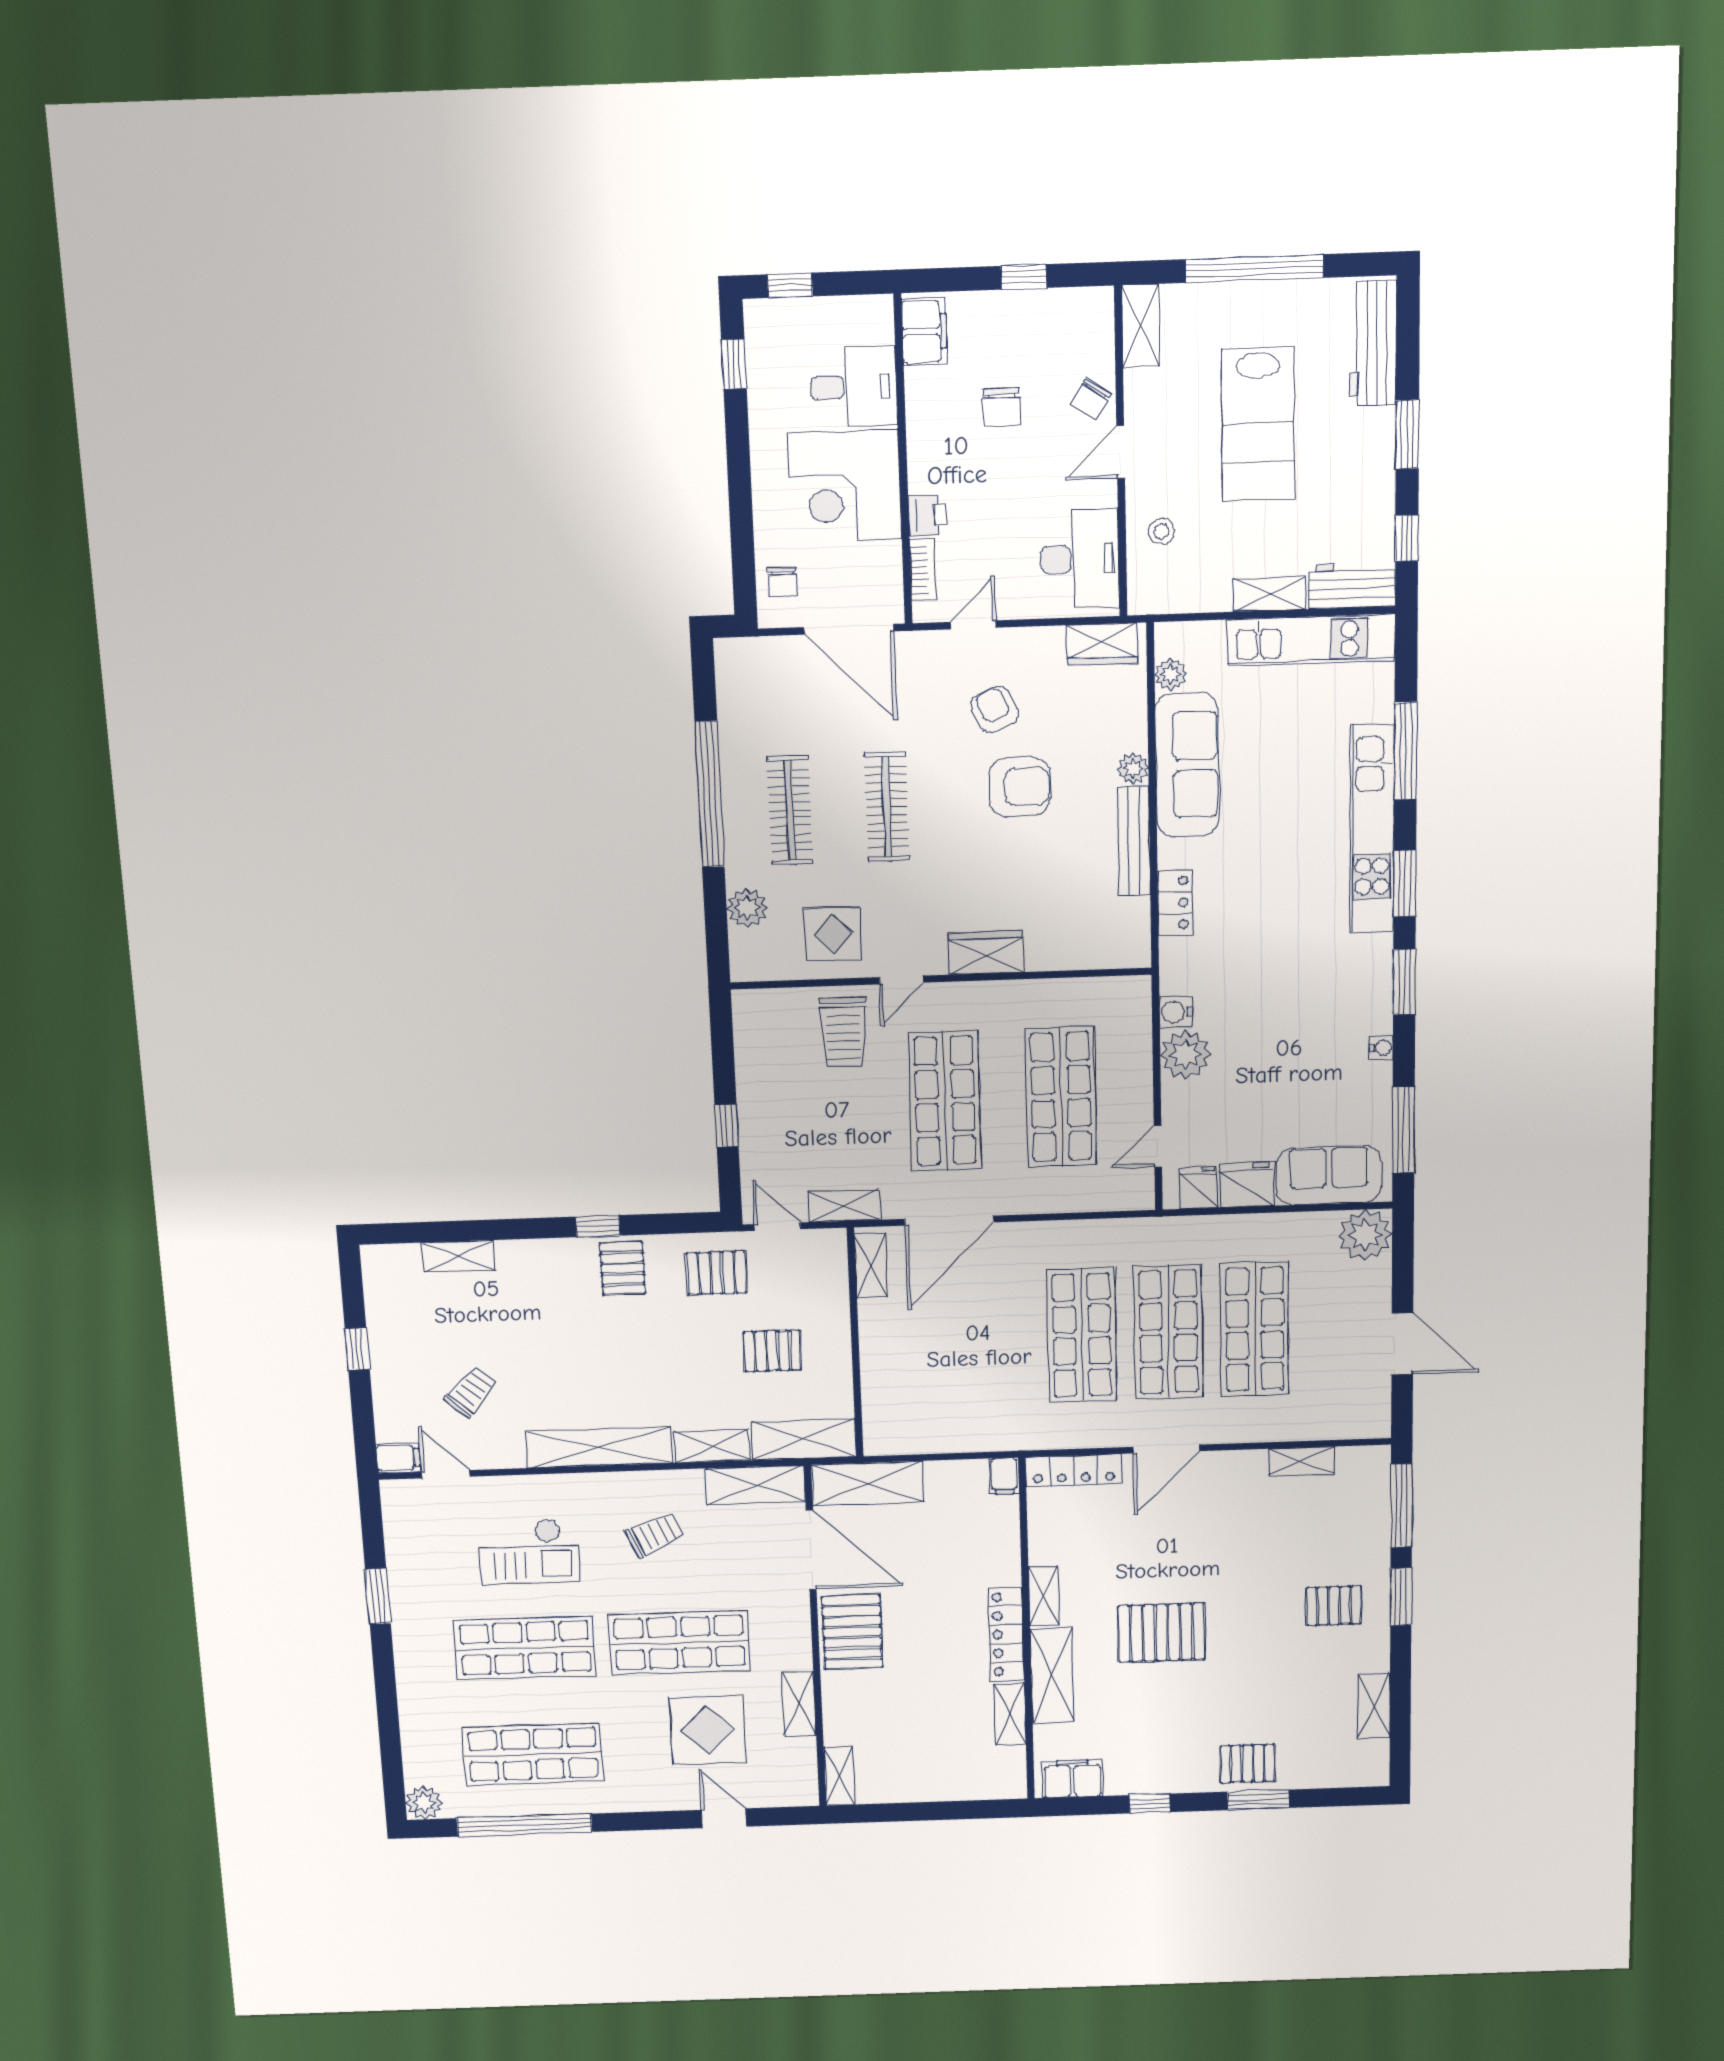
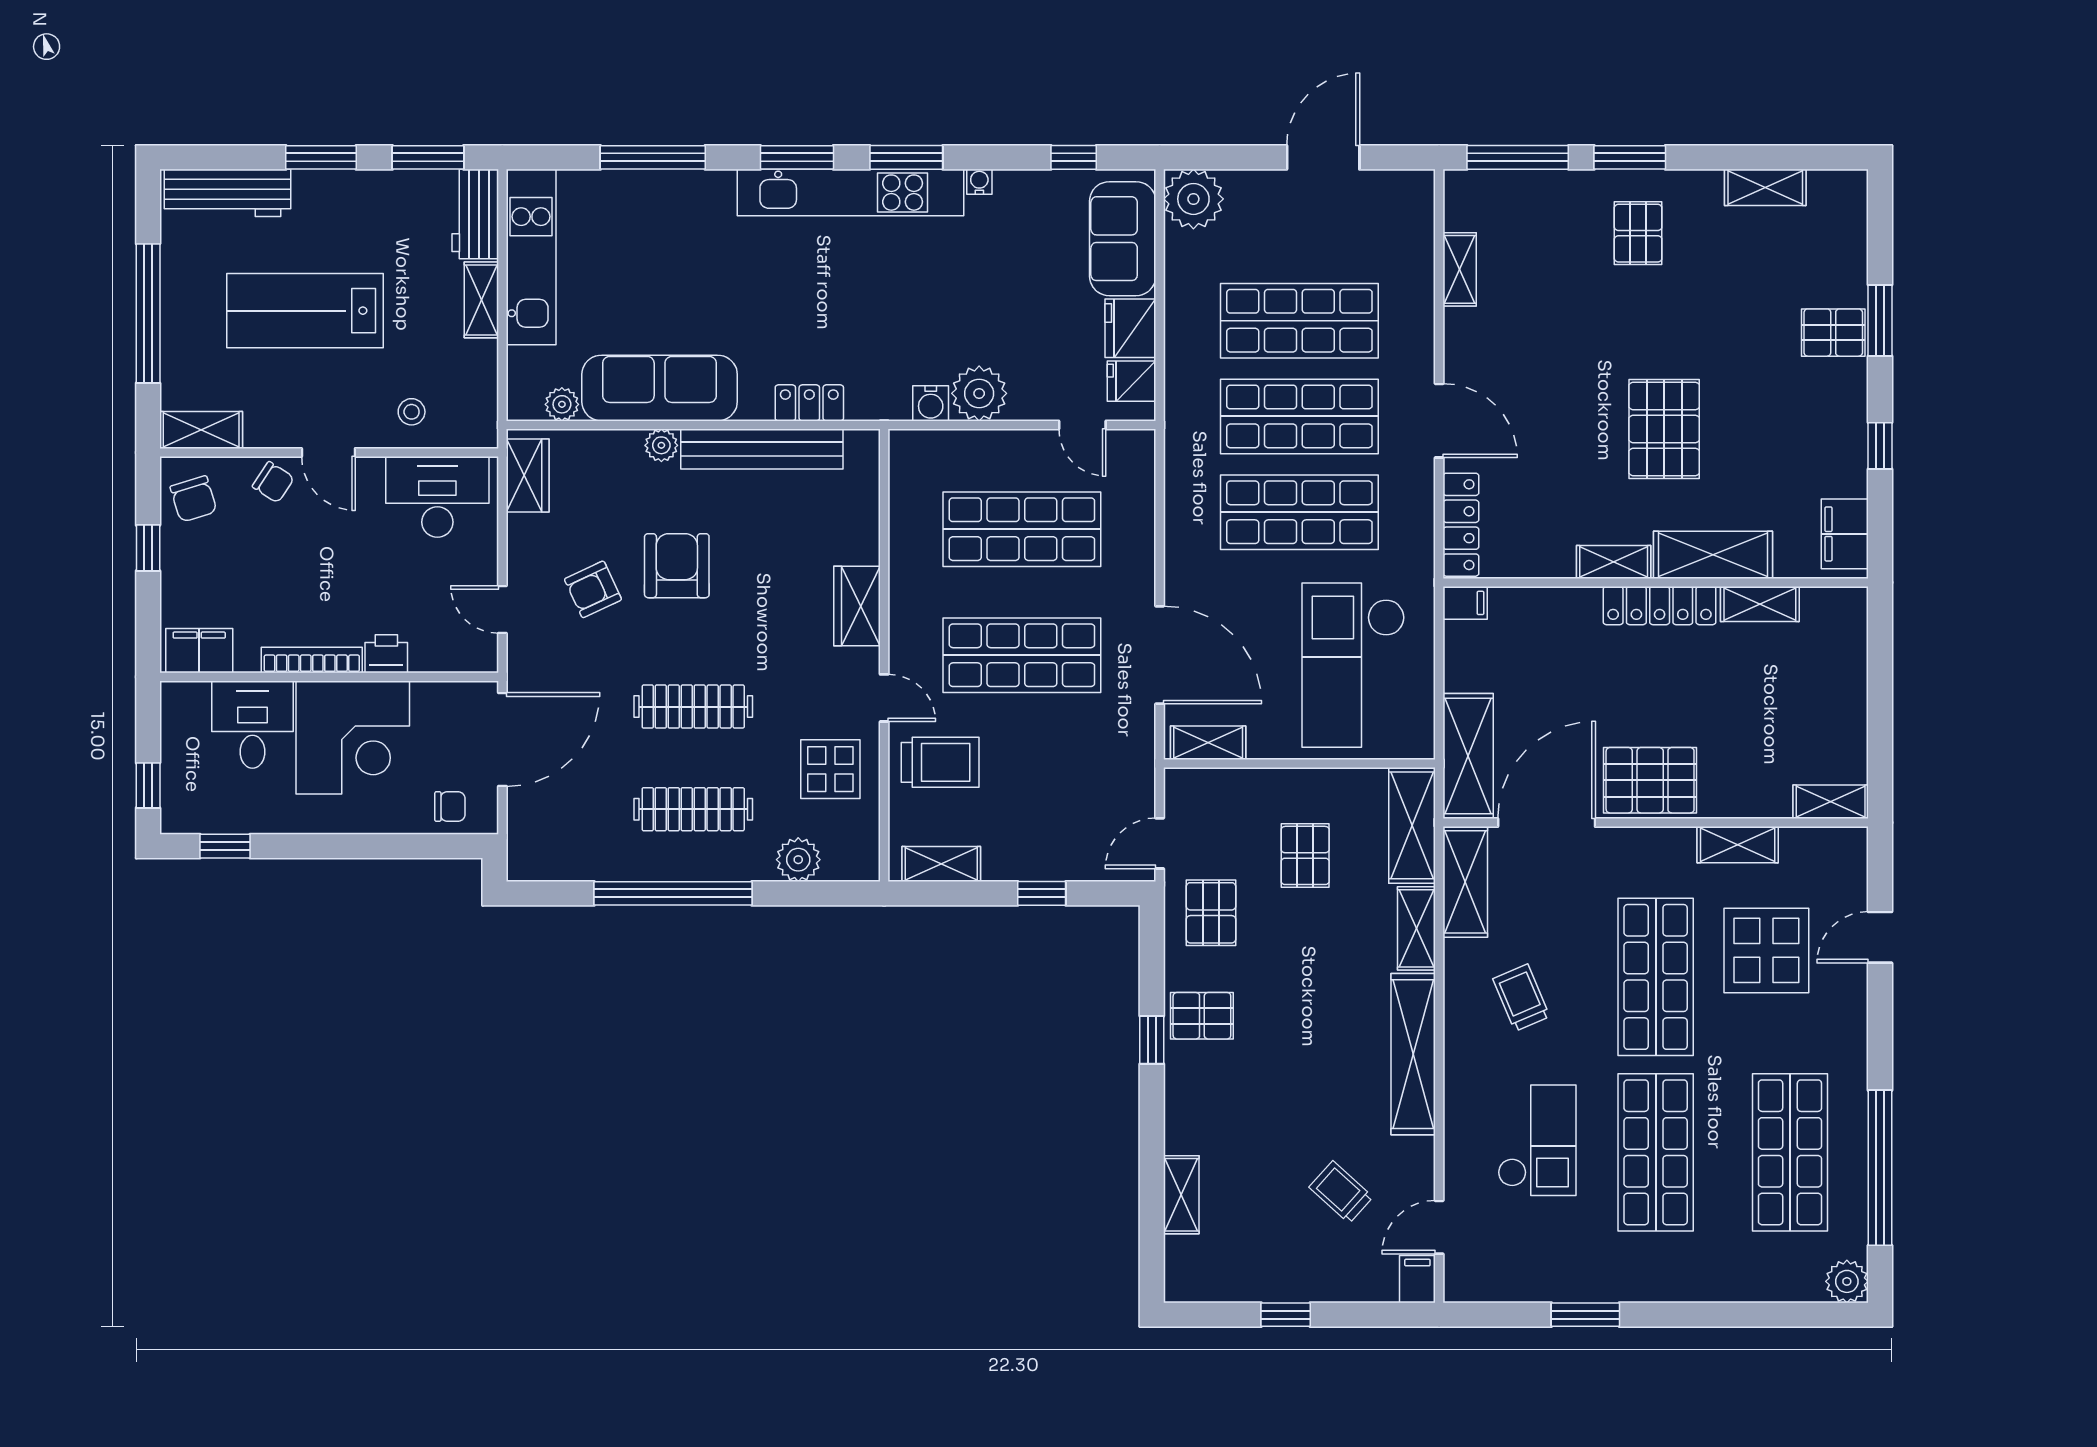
chair: (1002, 407) -> (194, 499), moved, turned 73
lab bench: (1258, 424) -> (305, 311), turned 180
window: (1407, 538) -> (428, 157), width x1.50
bookcase: (923, 570) -> (312, 660), moved, width x1.56
kitchen unit: (1372, 829) -> (851, 193), moved
bench: (1134, 841) -> (762, 449), width x1.37, depth x1.21
window: (1403, 1130) -> (1074, 157), width x0.46
shelving: (844, 1206) -> (941, 864), moved, turned 90
checkout: (945, 1385) -> (1353, 665), added
pallet: (1248, 1764) -> (1833, 333), turned 90

